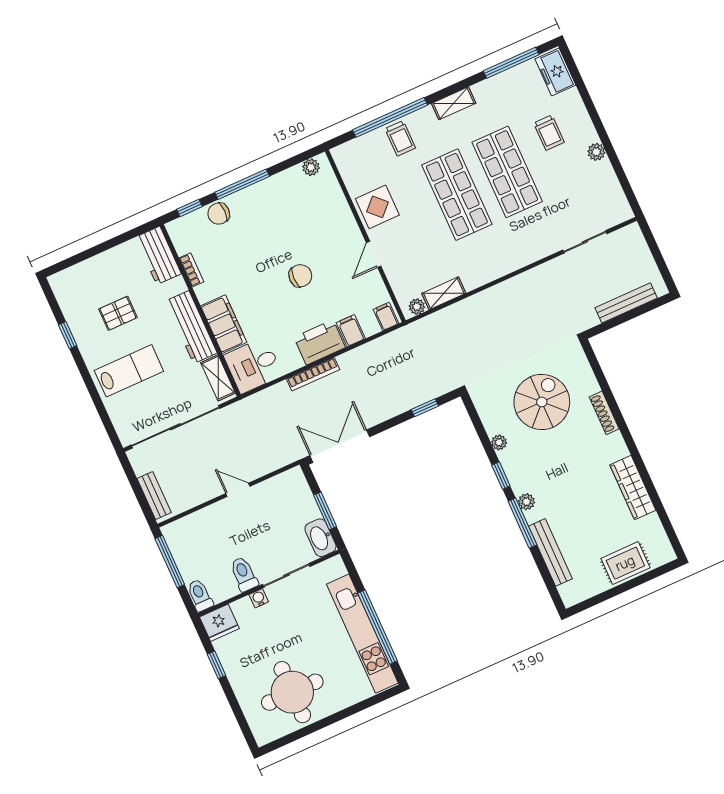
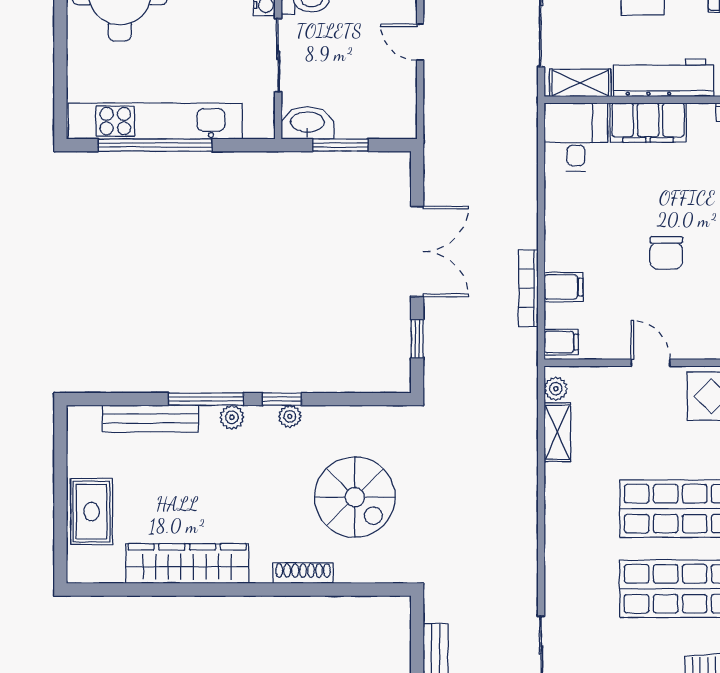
printer: (320, 342) -> (567, 239), removed
bookcase: (313, 374) -> (528, 288), moved
plant: (499, 442) -> (290, 416), moved
double door: (340, 446) -> (417, 251), moved
wardrobe: (633, 488) -> (187, 564), width x1.40, depth x1.17
door: (238, 490) -> (420, 42), swing flipped

